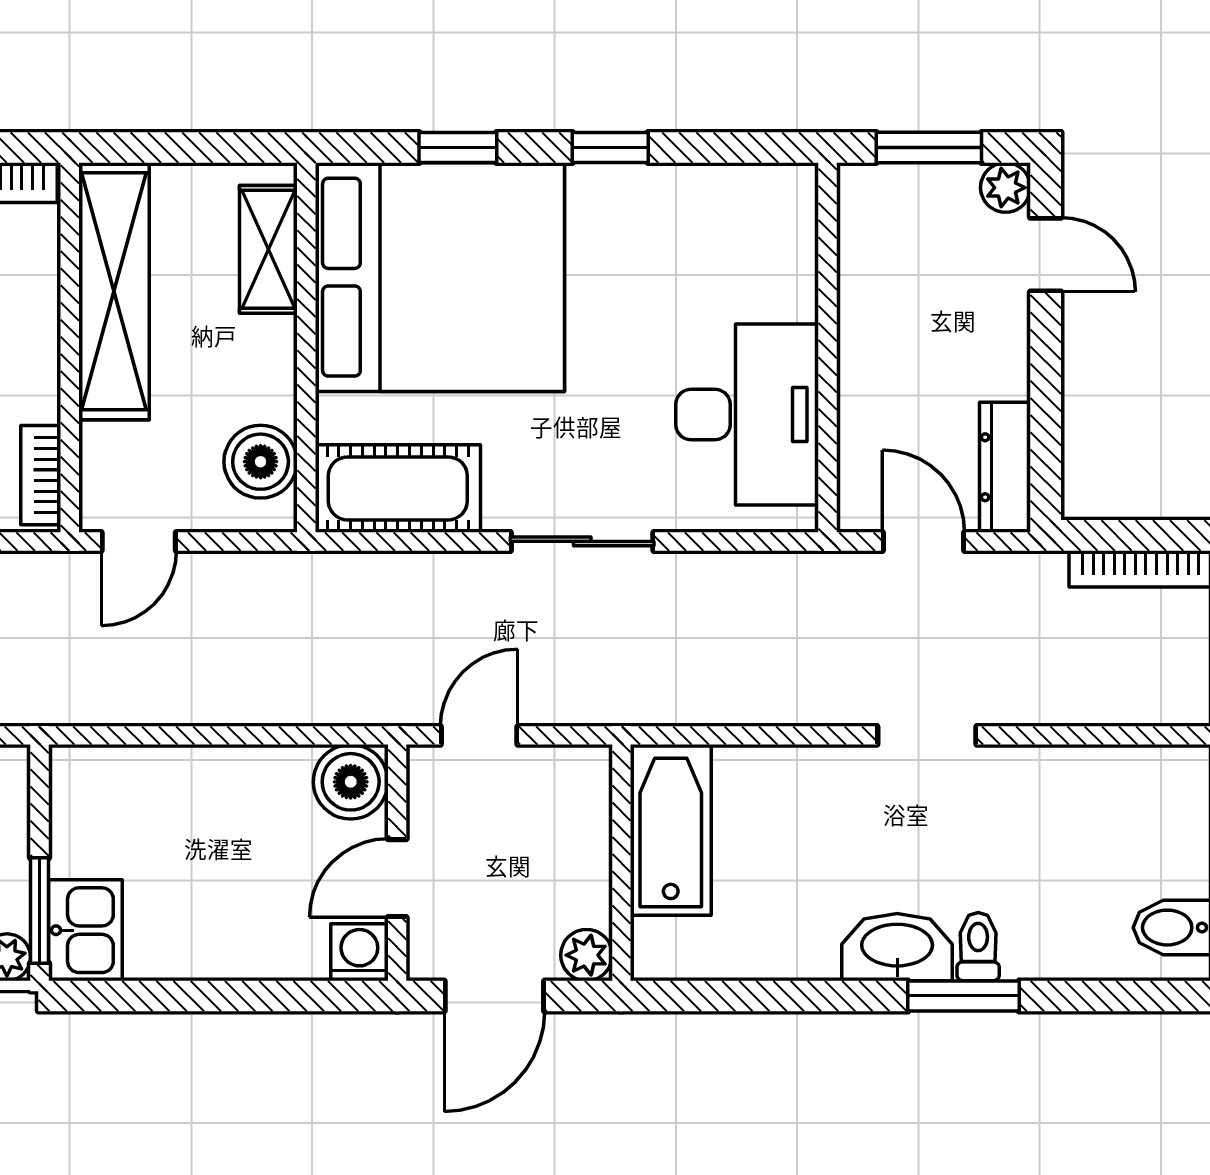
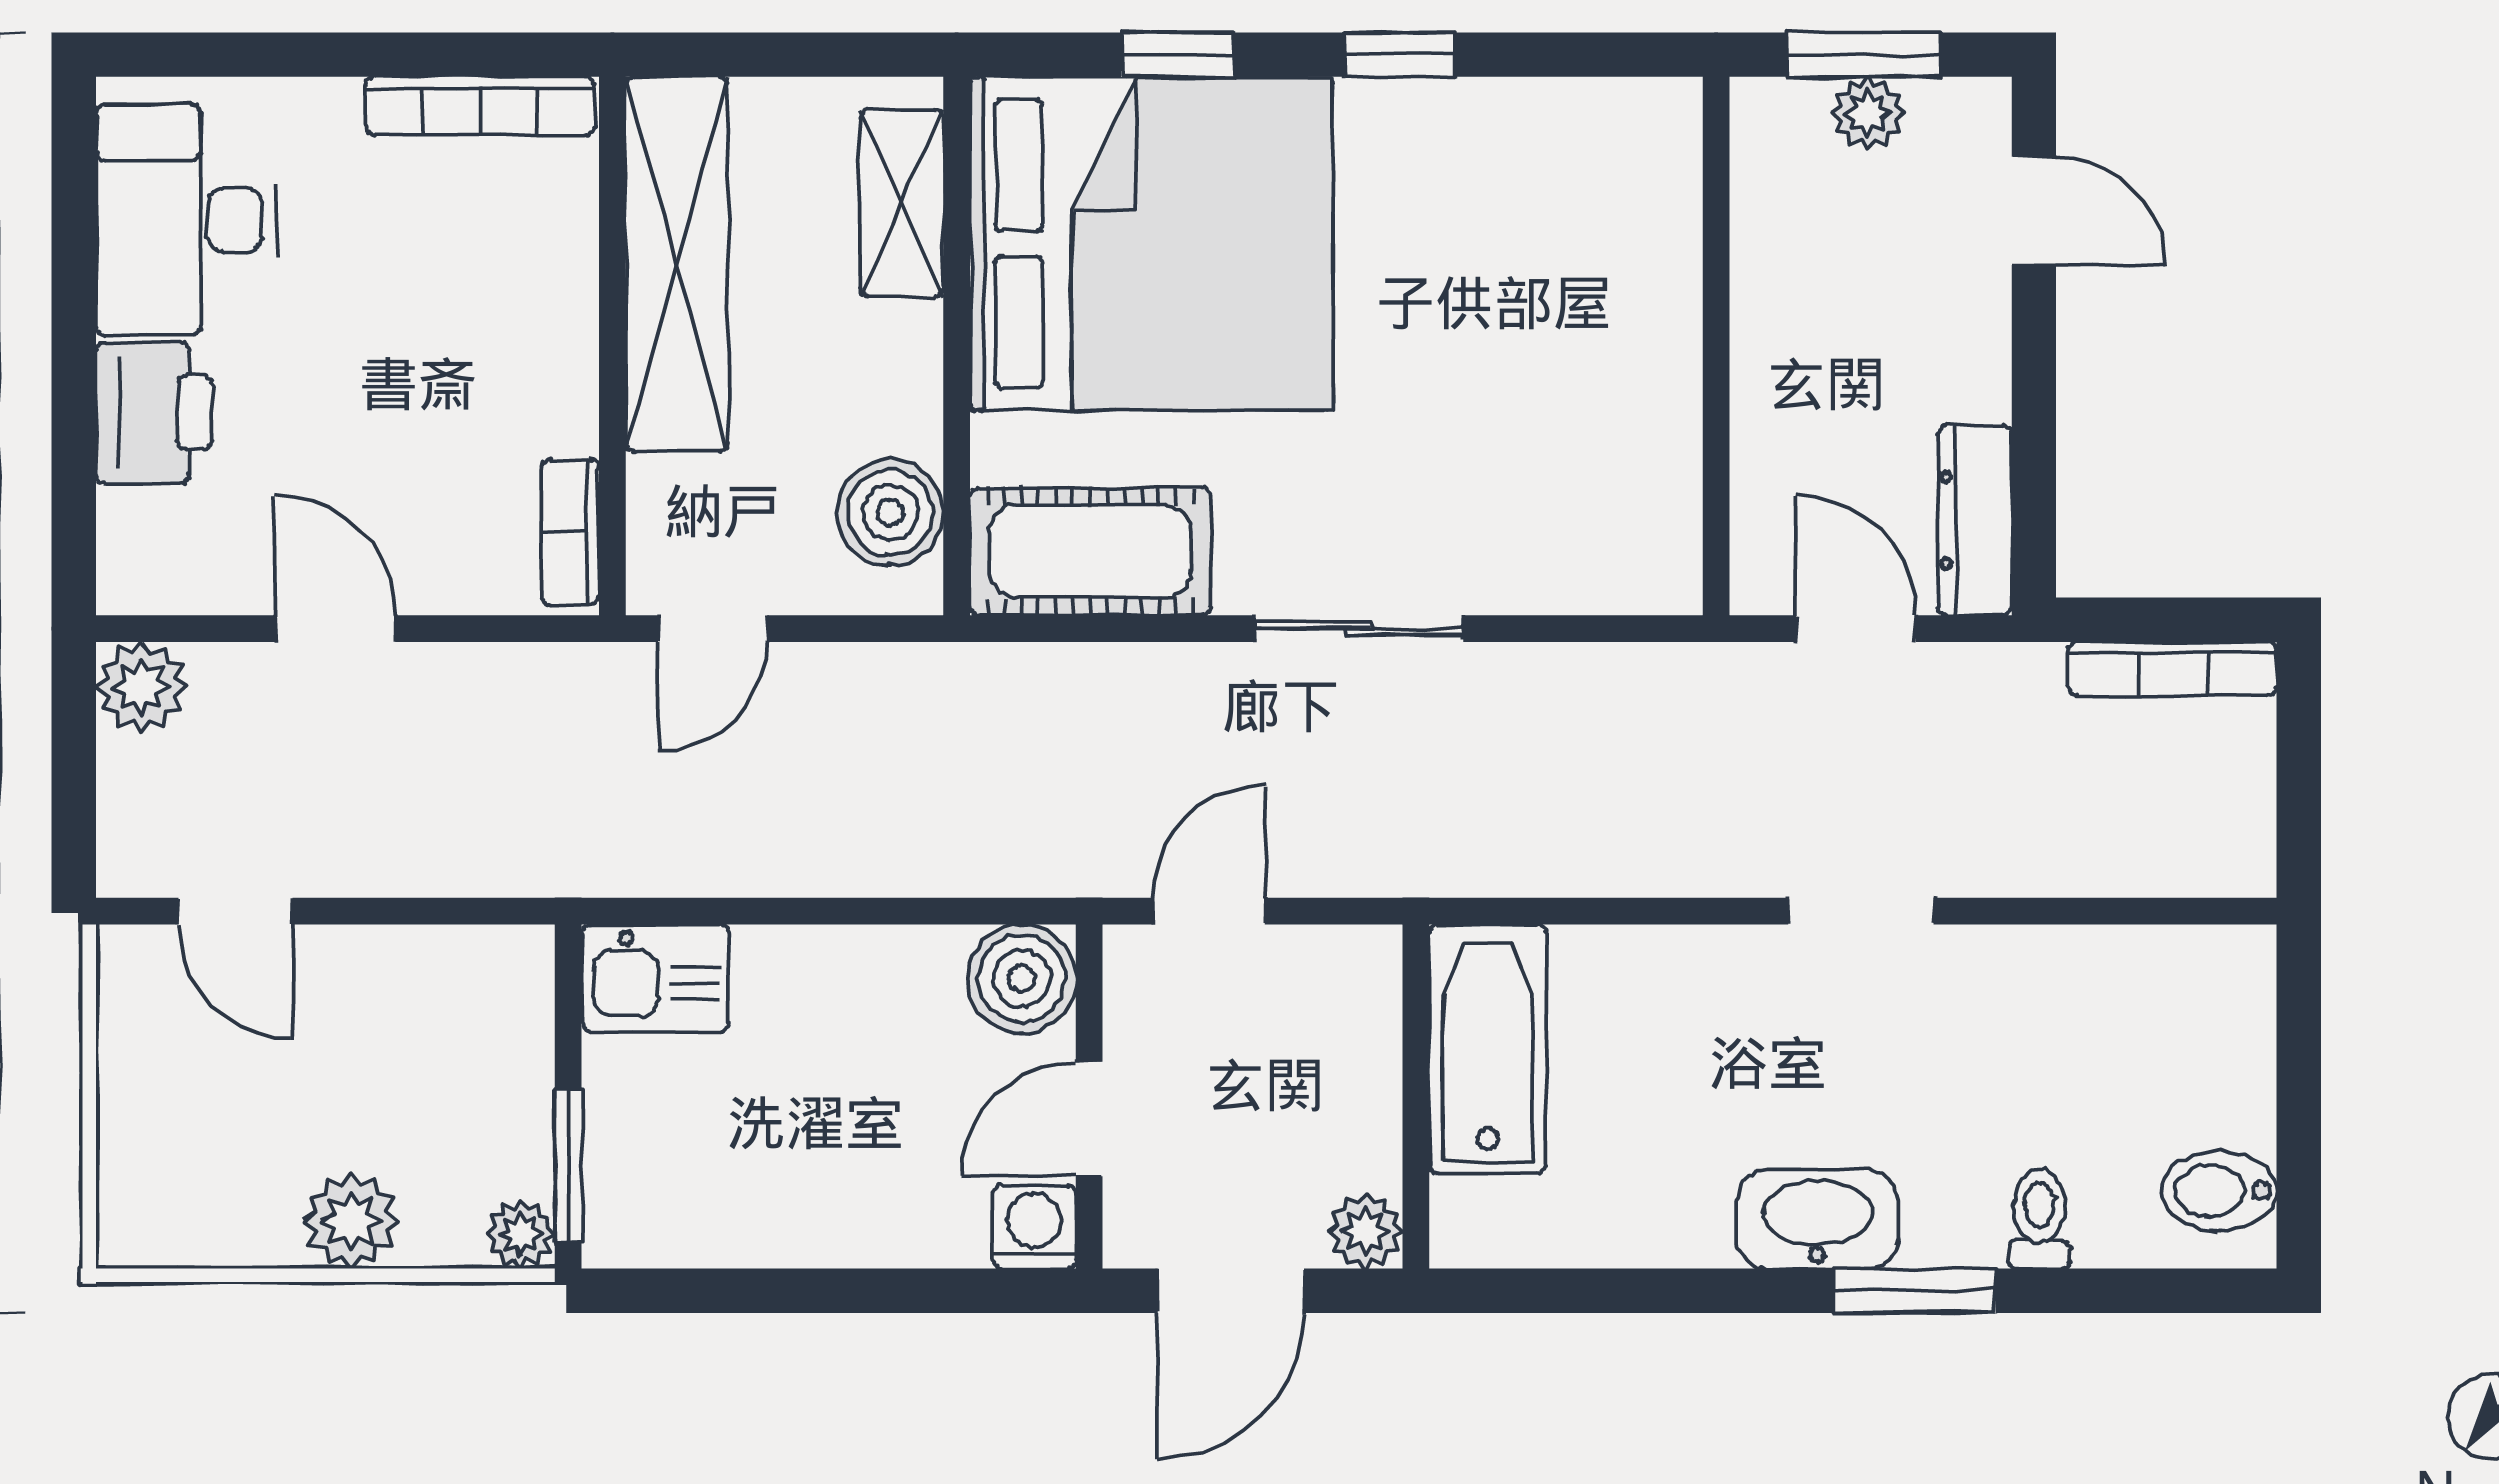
plant: (1006, 188) -> (1868, 113), moved
desk: (747, 415) -> (1599, 444), removed
kitchen sink: (85, 930) -> (655, 978), moved, turned 90
toilet: (978, 947) -> (2039, 1219), moved

